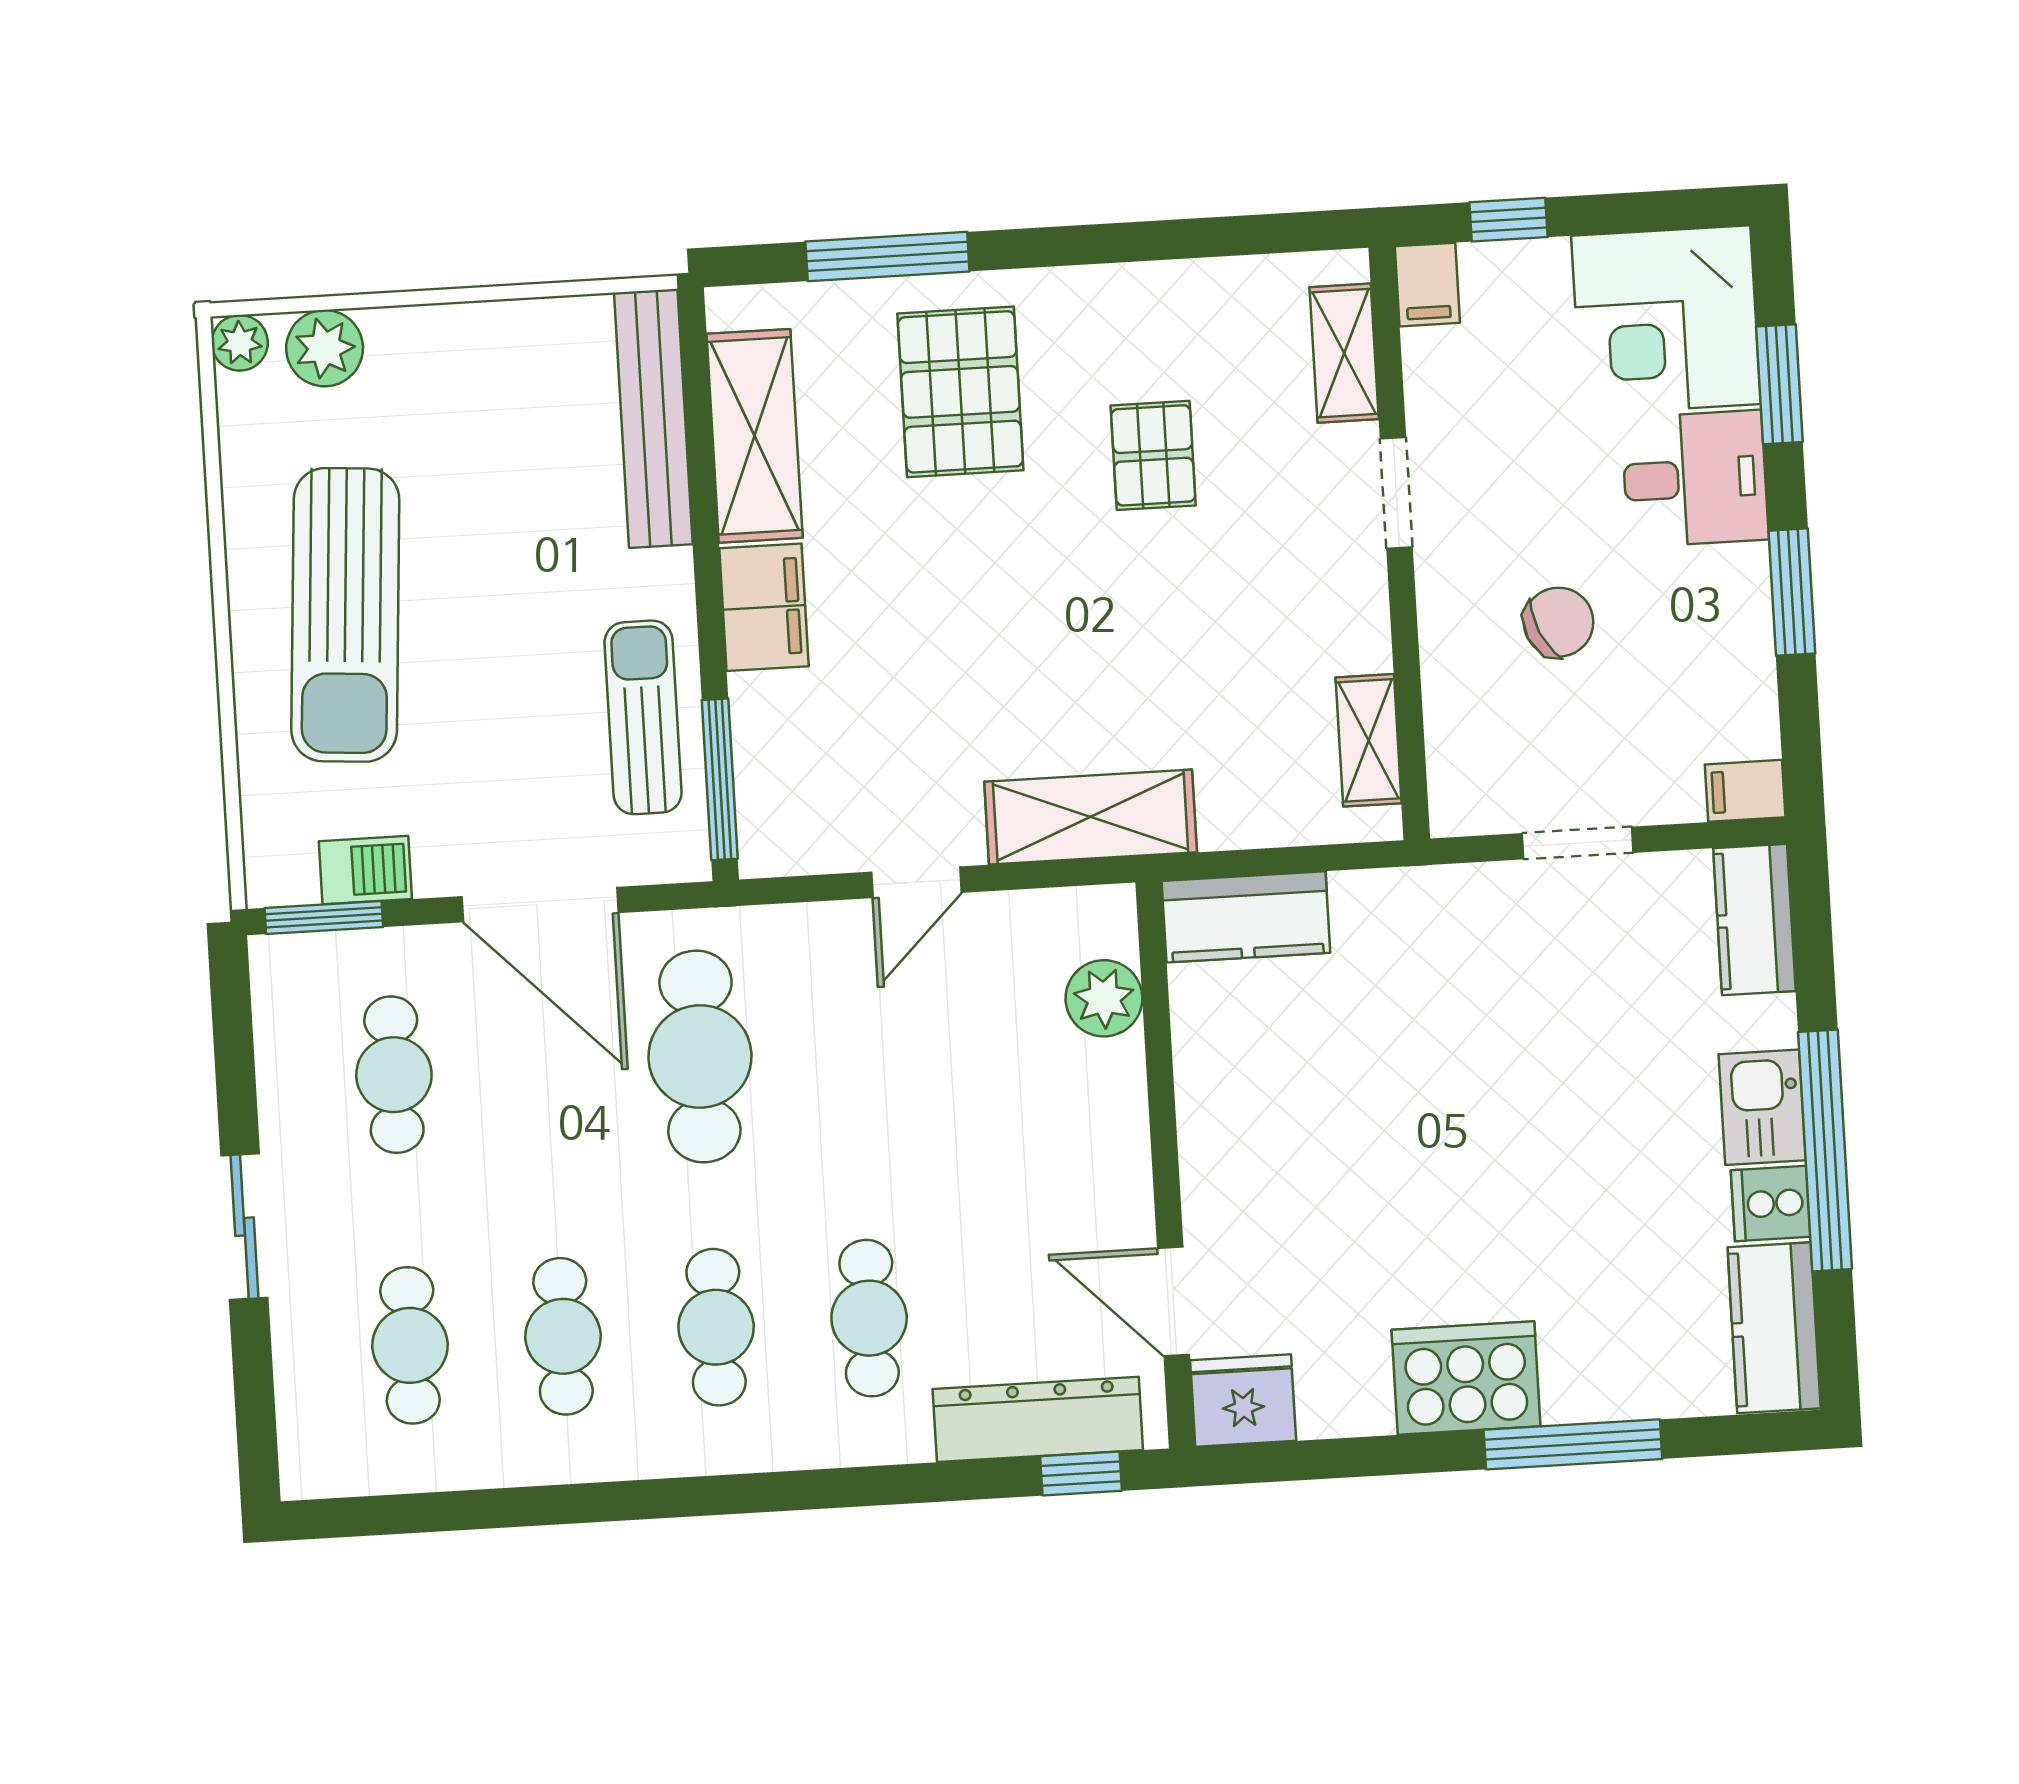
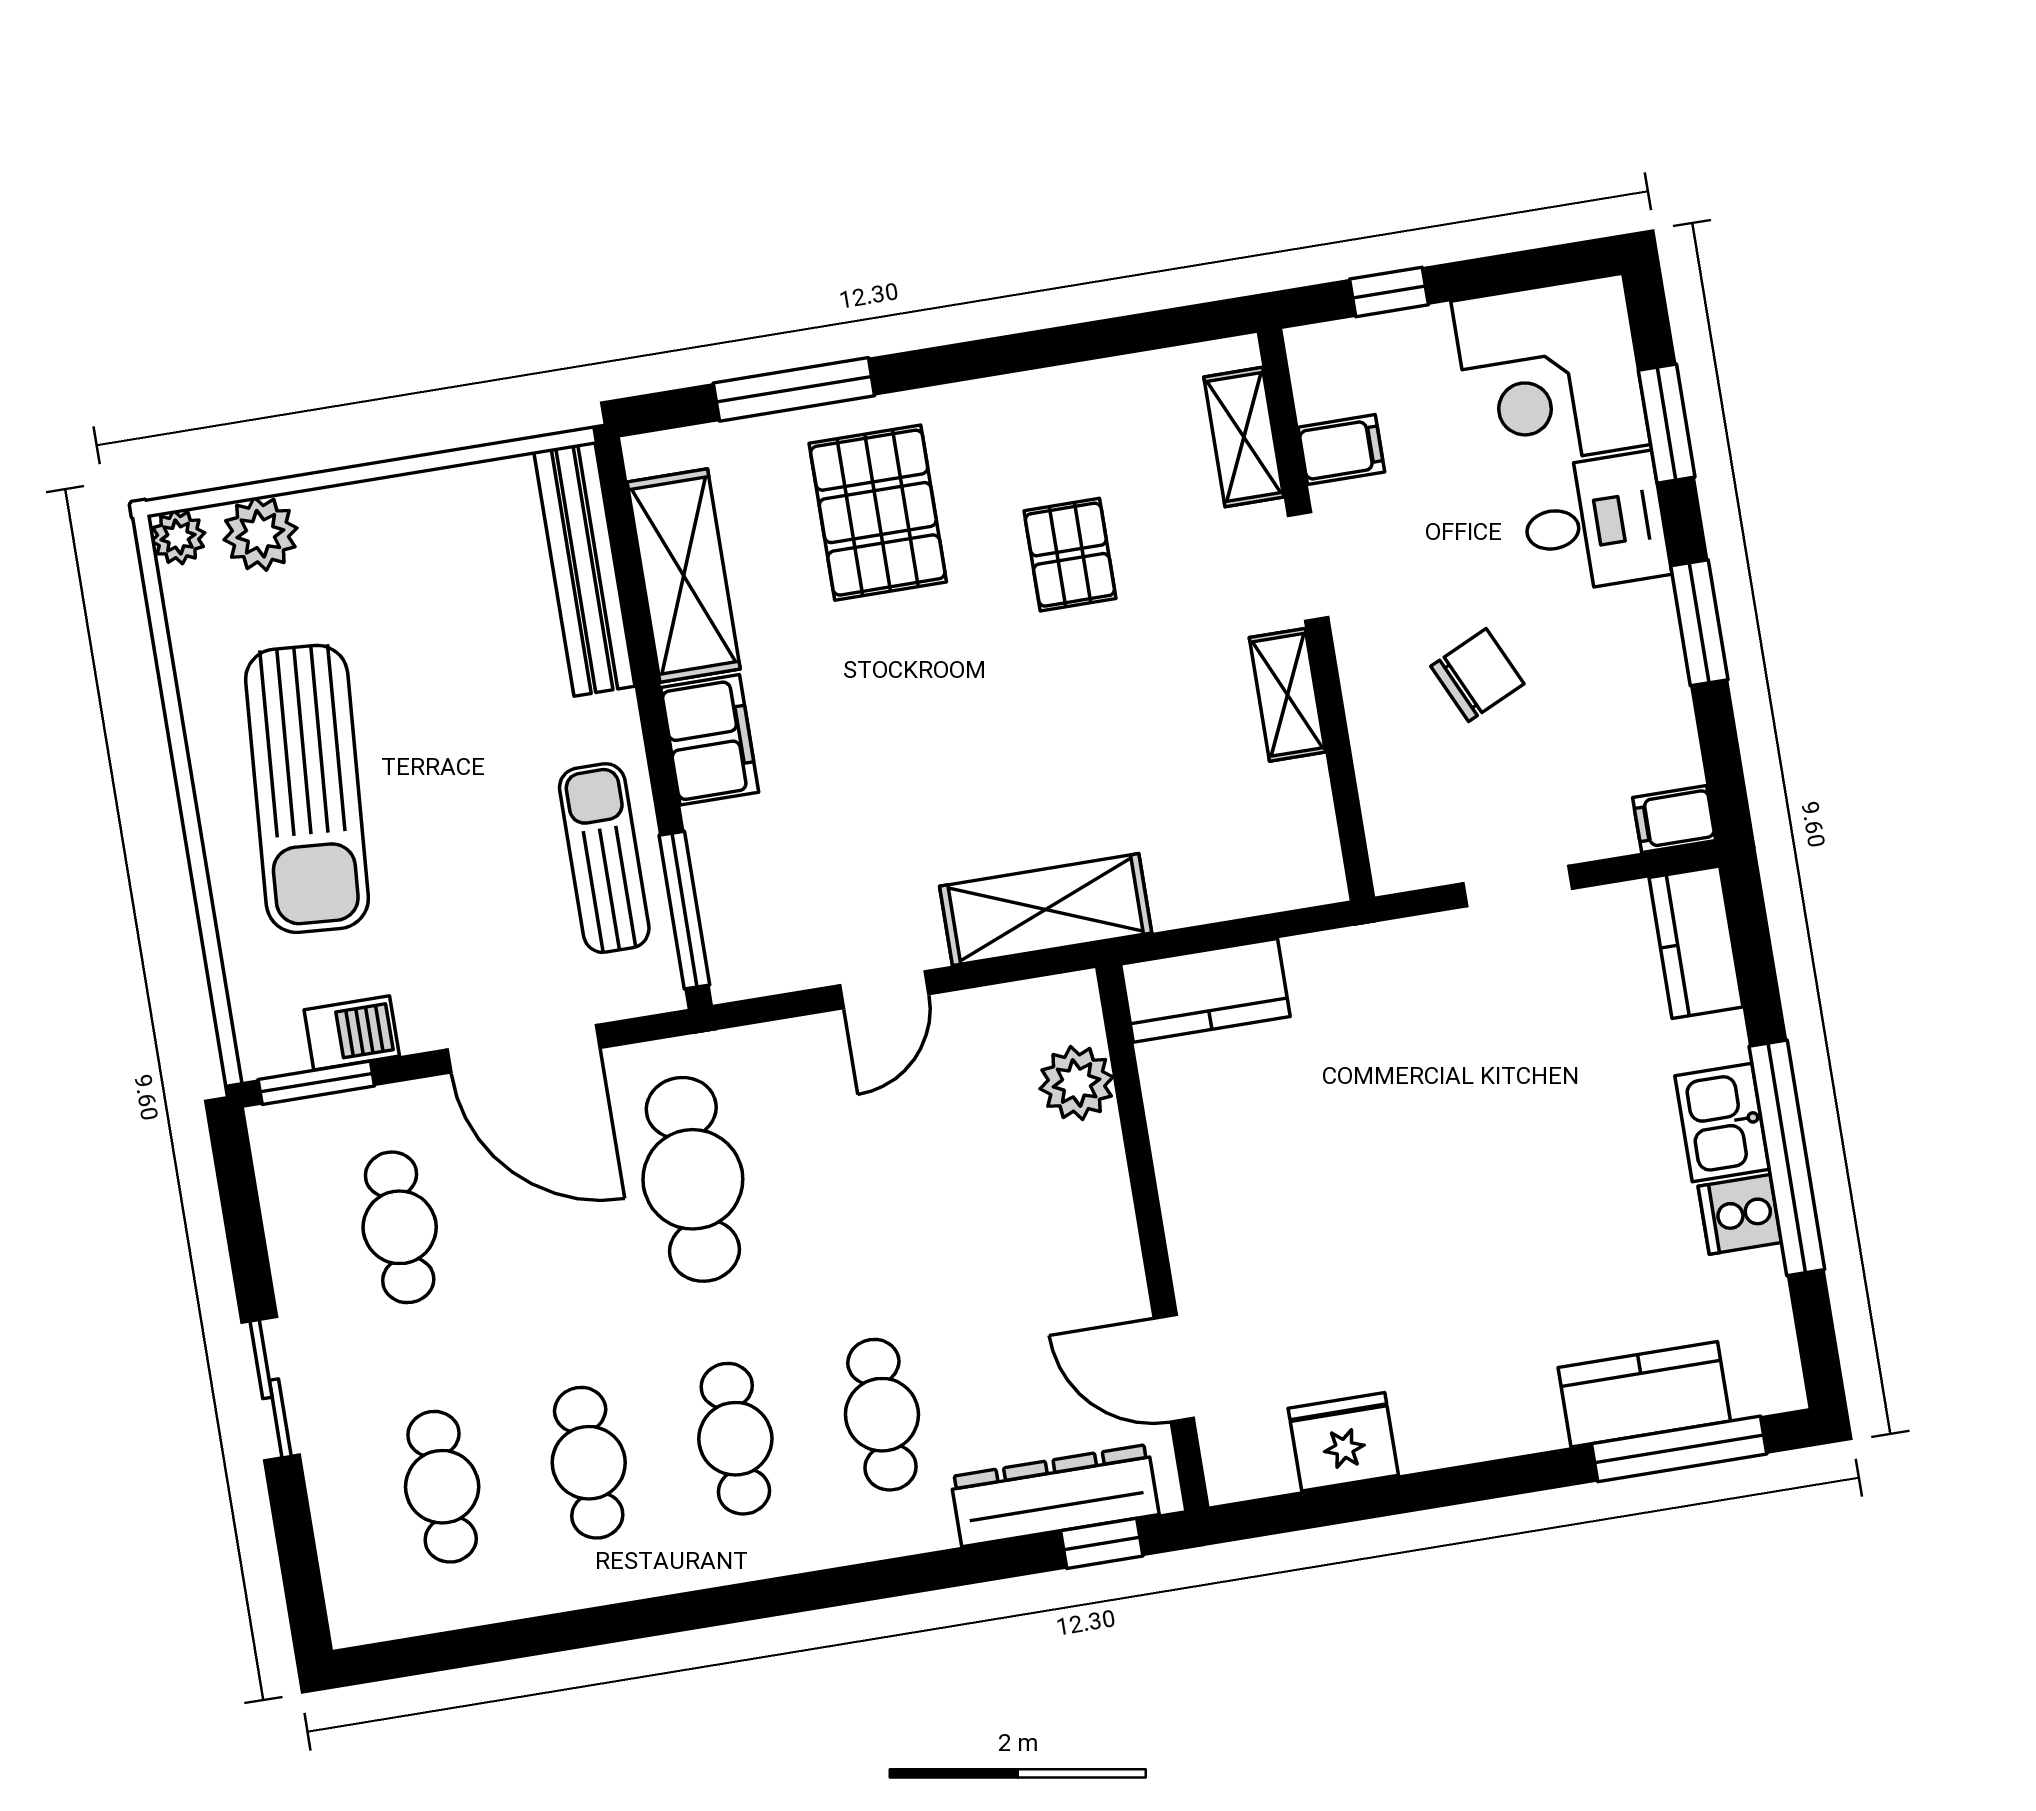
filing cabinet: (1427, 285) -> (1341, 450), moved, turned -90
shelving: (1369, 740) -> (1287, 695), moved
kitchen counter: (1774, 1328) -> (1644, 1394), moved, turned 90
cooker: (1466, 1378) -> (1463, 1413), removed
fridge: (1243, 1401) -> (1343, 1442), moved
window: (1573, 1444) -> (1679, 1449), moved

